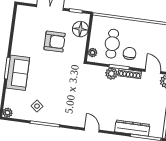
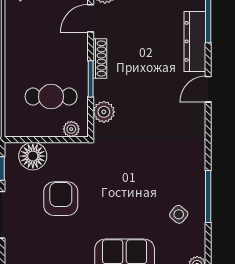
chair: (130, 54) -> (64, 64), removed
plant: (111, 74) -> (104, 112), moved
door: (92, 130) -> (208, 89), moved

